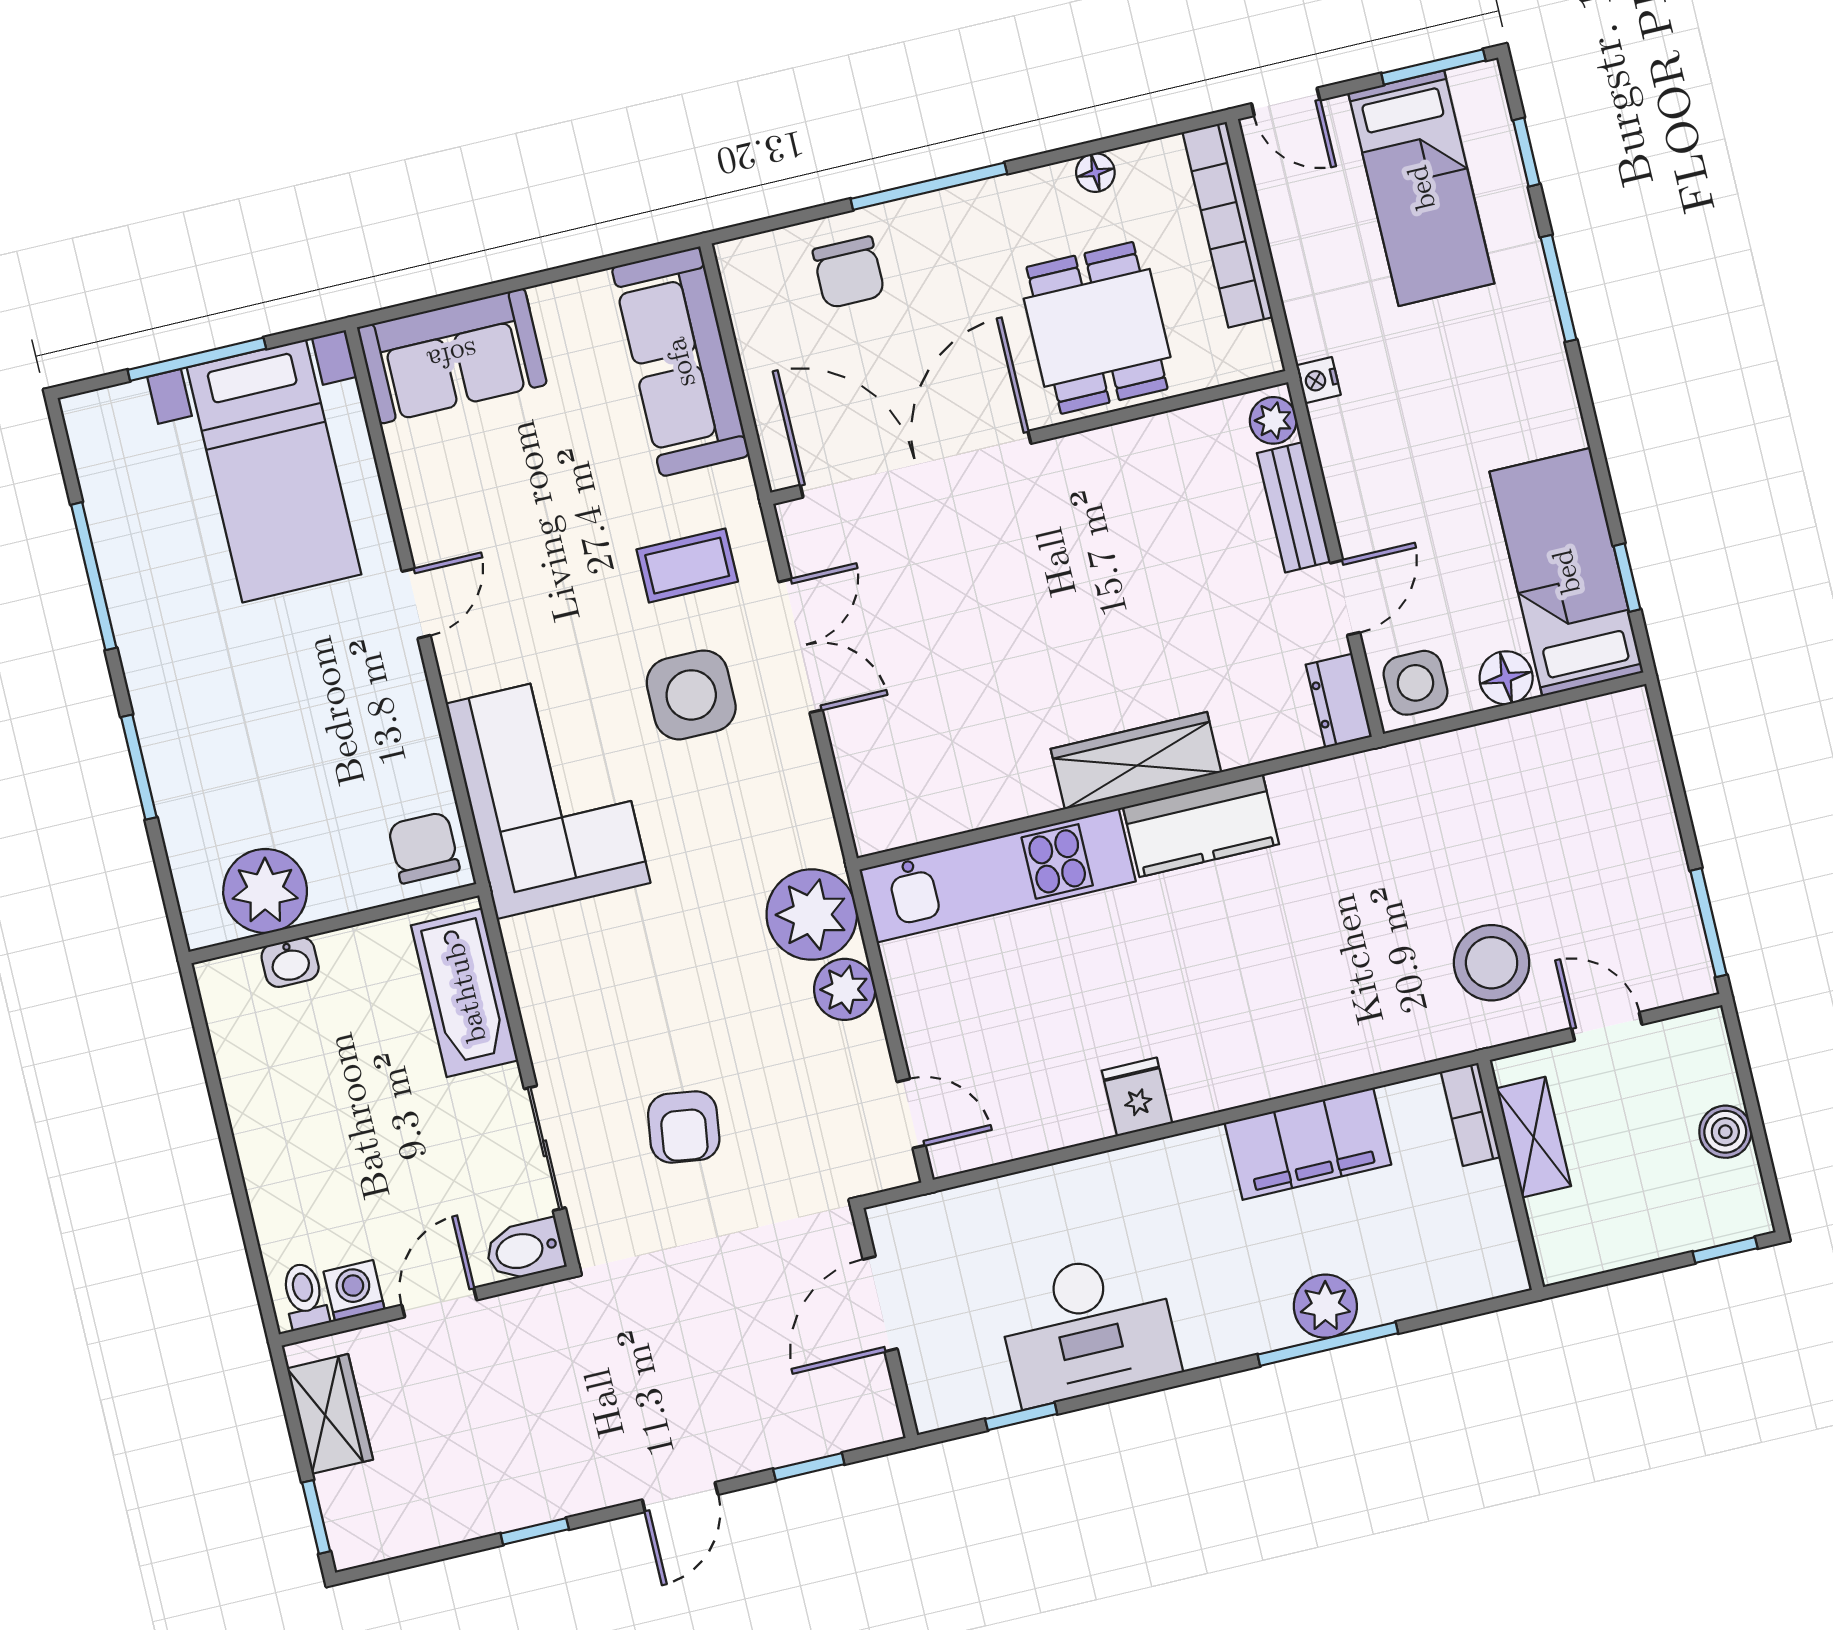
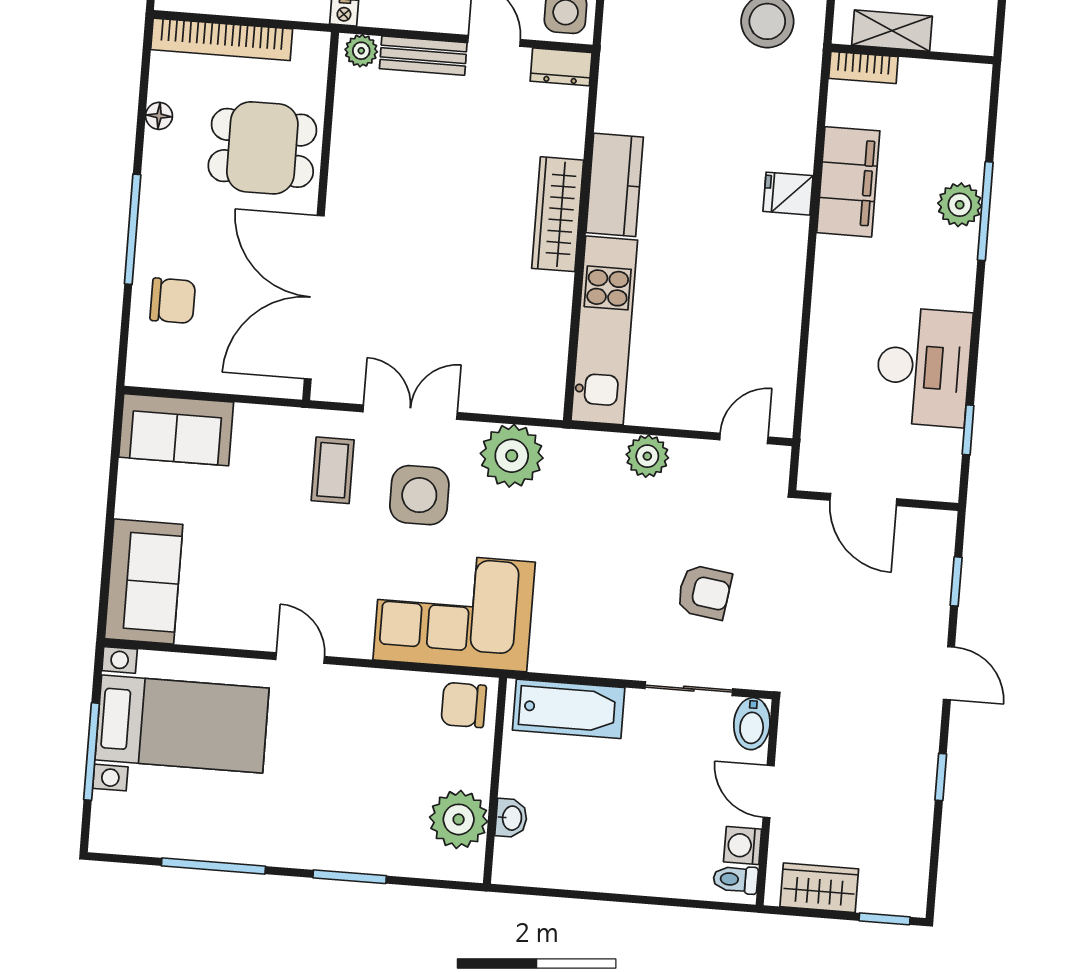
sofa: (680, 362) -> (176, 430), width x0.73
plant: (812, 915) -> (512, 456), moved
fridge: (1137, 1097) -> (788, 194), moved

